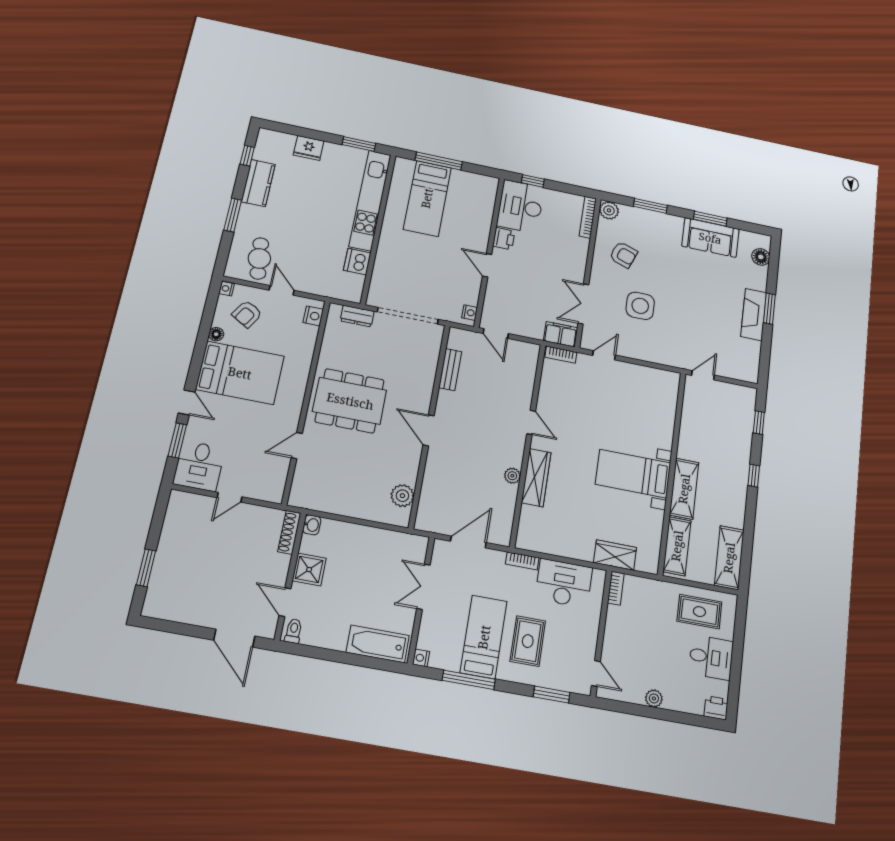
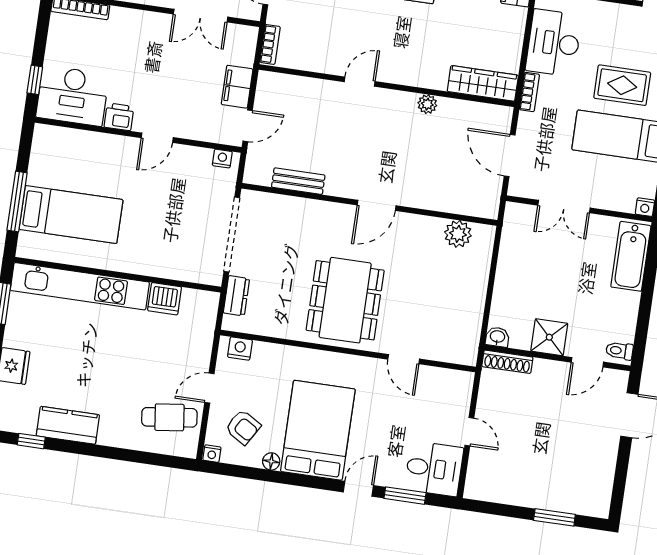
window: (233, 215) -> (114, 453), removed
filing cabinet: (561, 334) -> (237, 87), moved
wardrobe: (536, 478) -> (483, 83), moved

